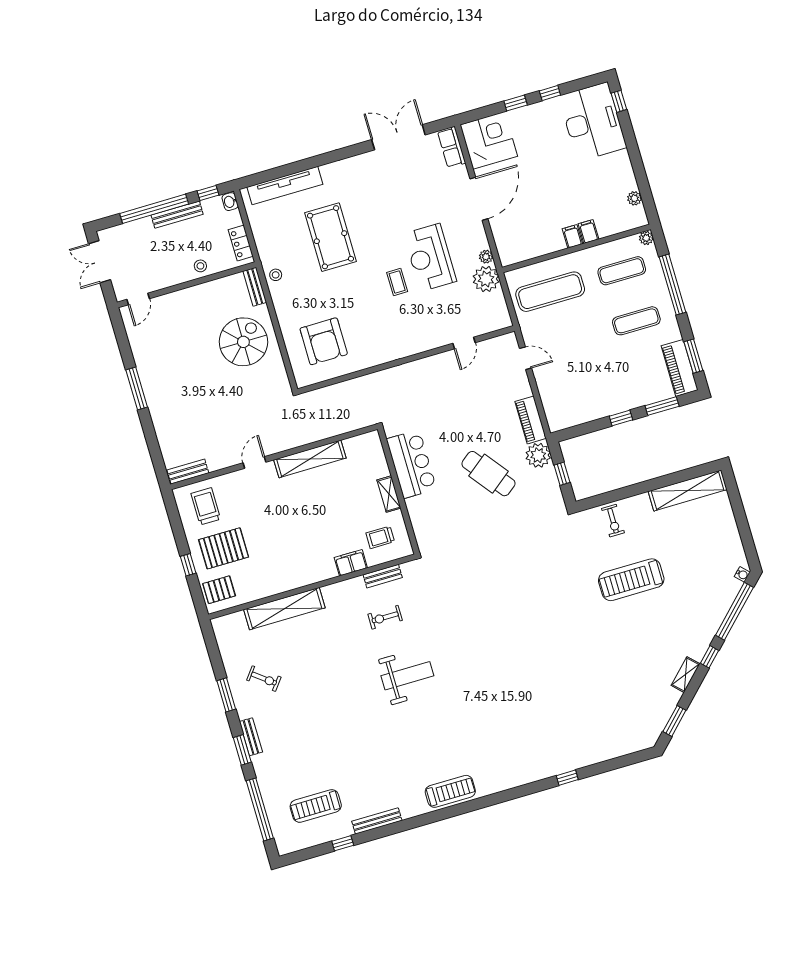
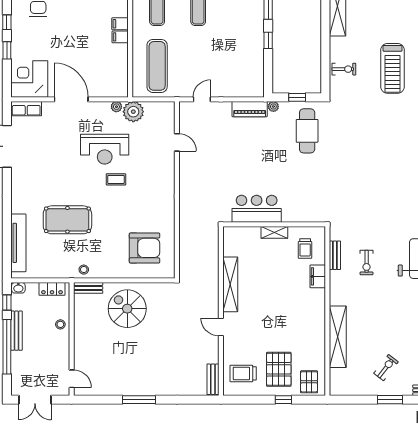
plant: (538, 455) -> (273, 107), width x0.53, depth x0.53
cafe table: (488, 474) -> (307, 131), moved, turned -52

